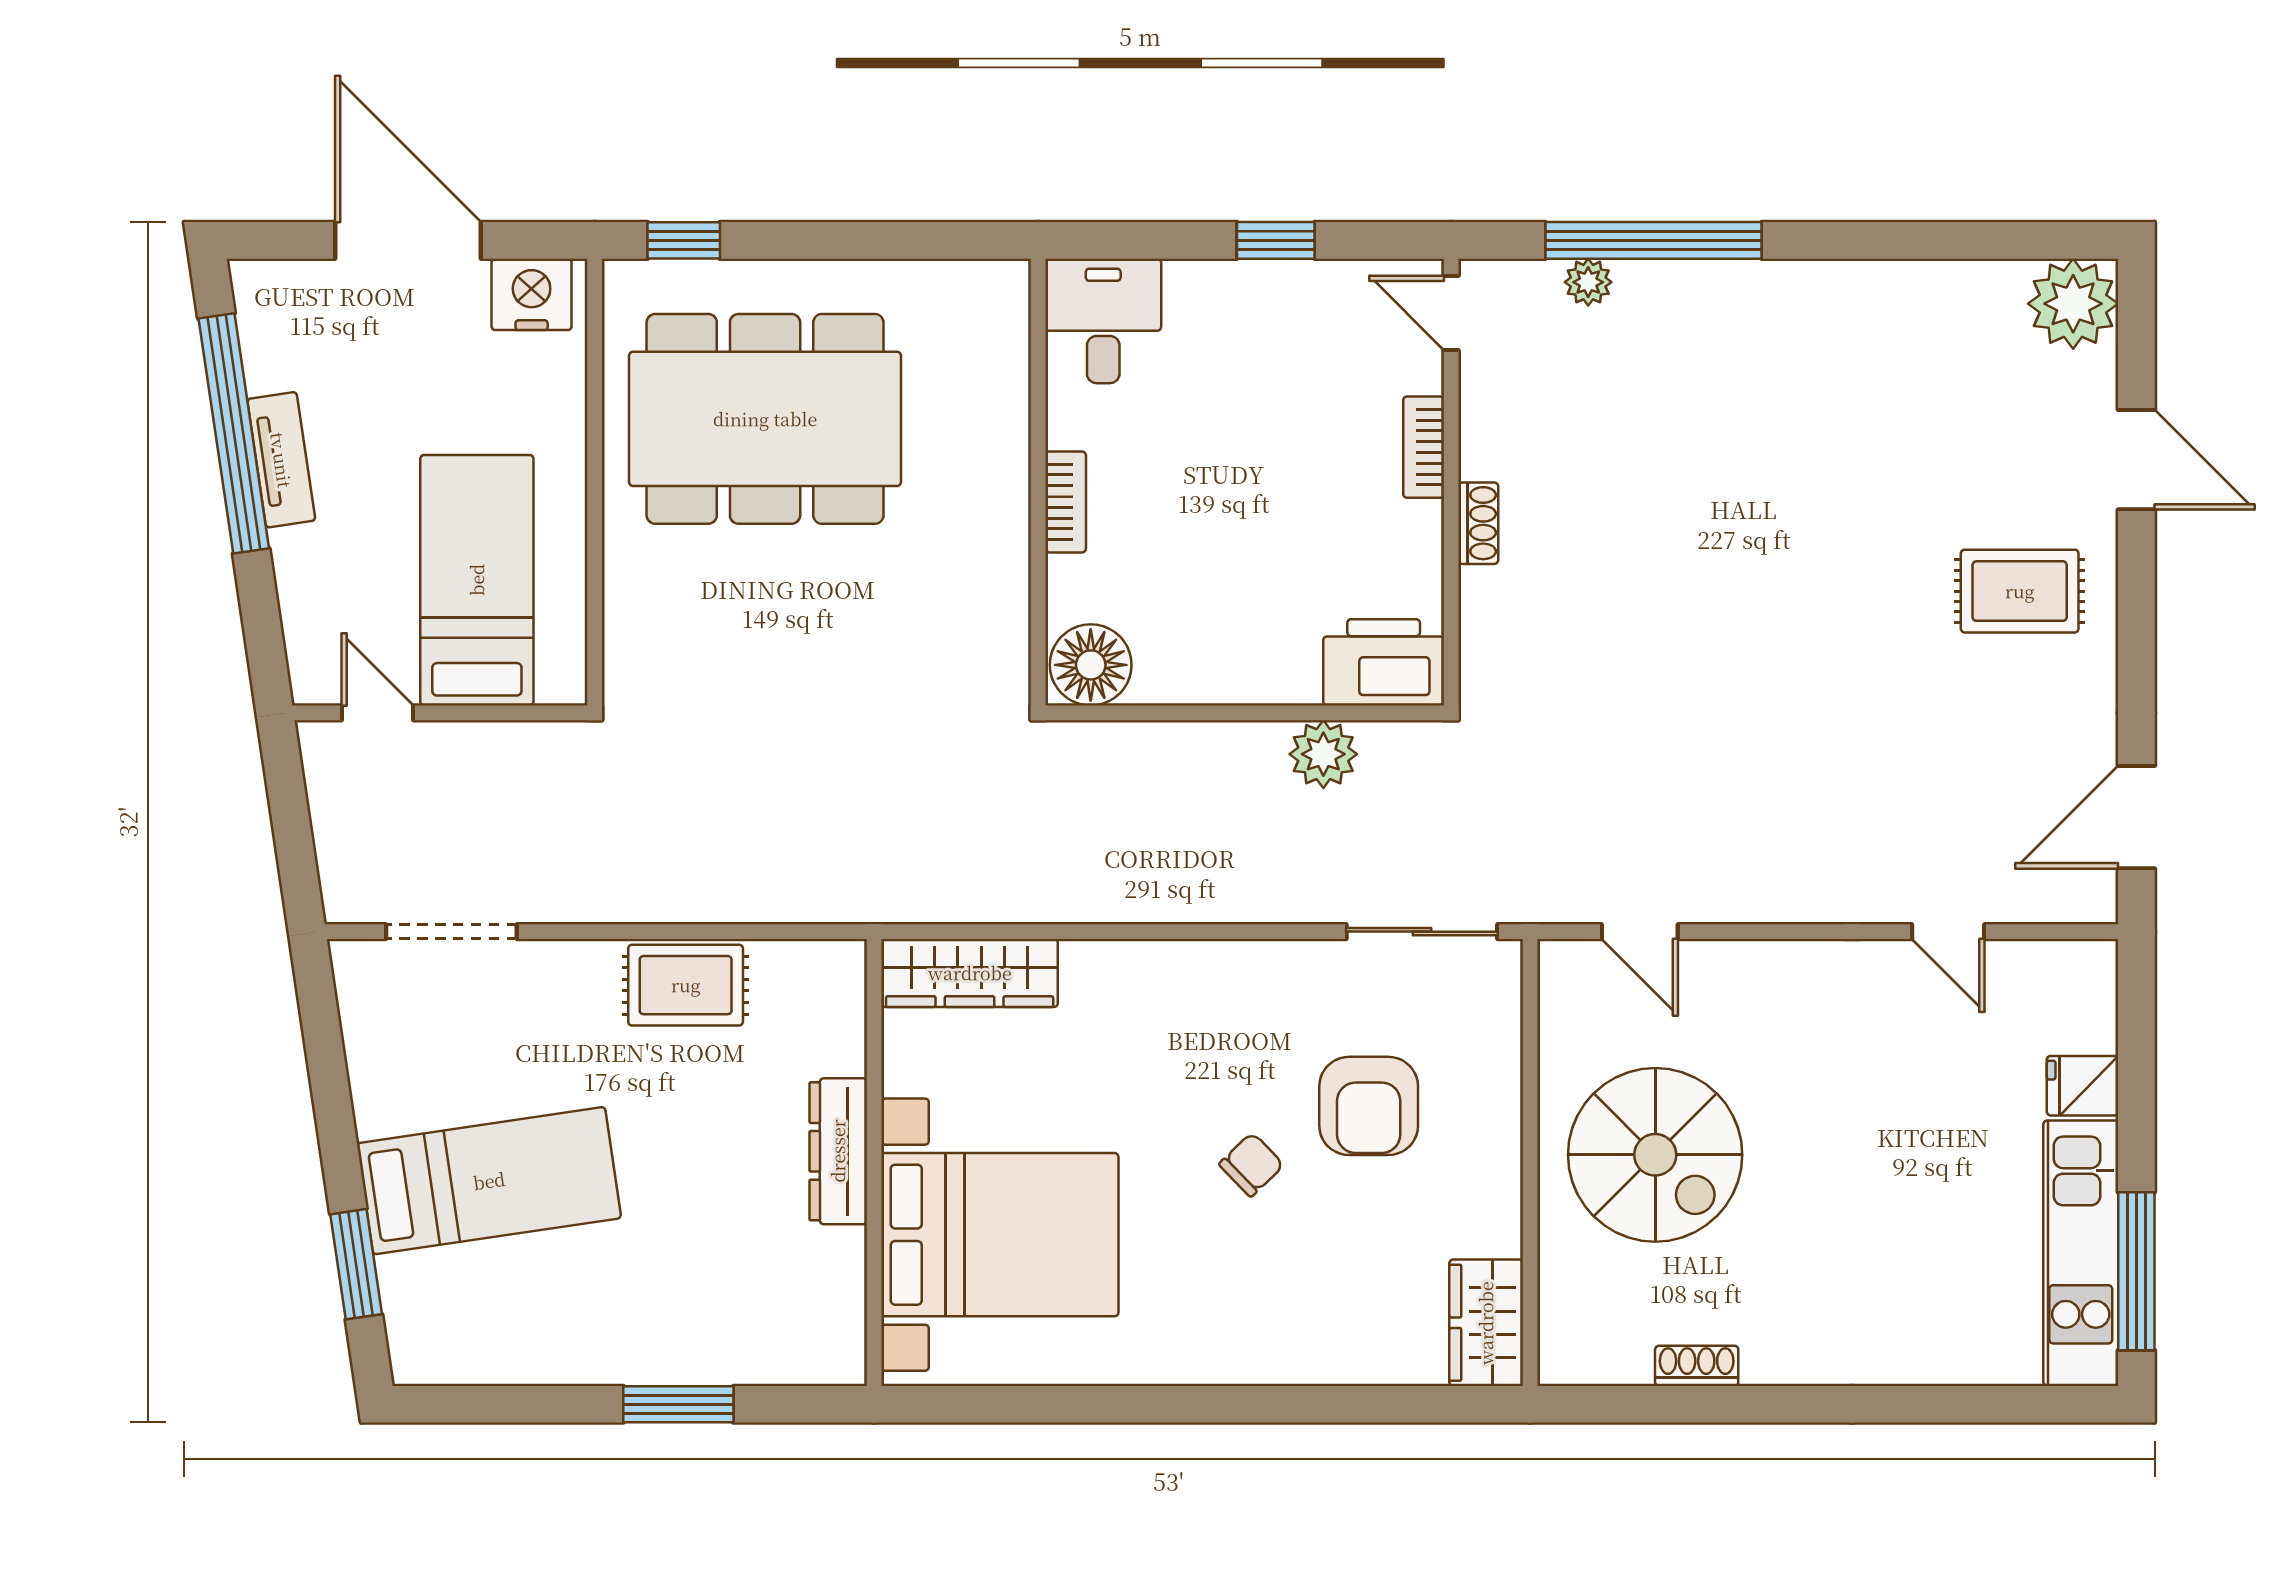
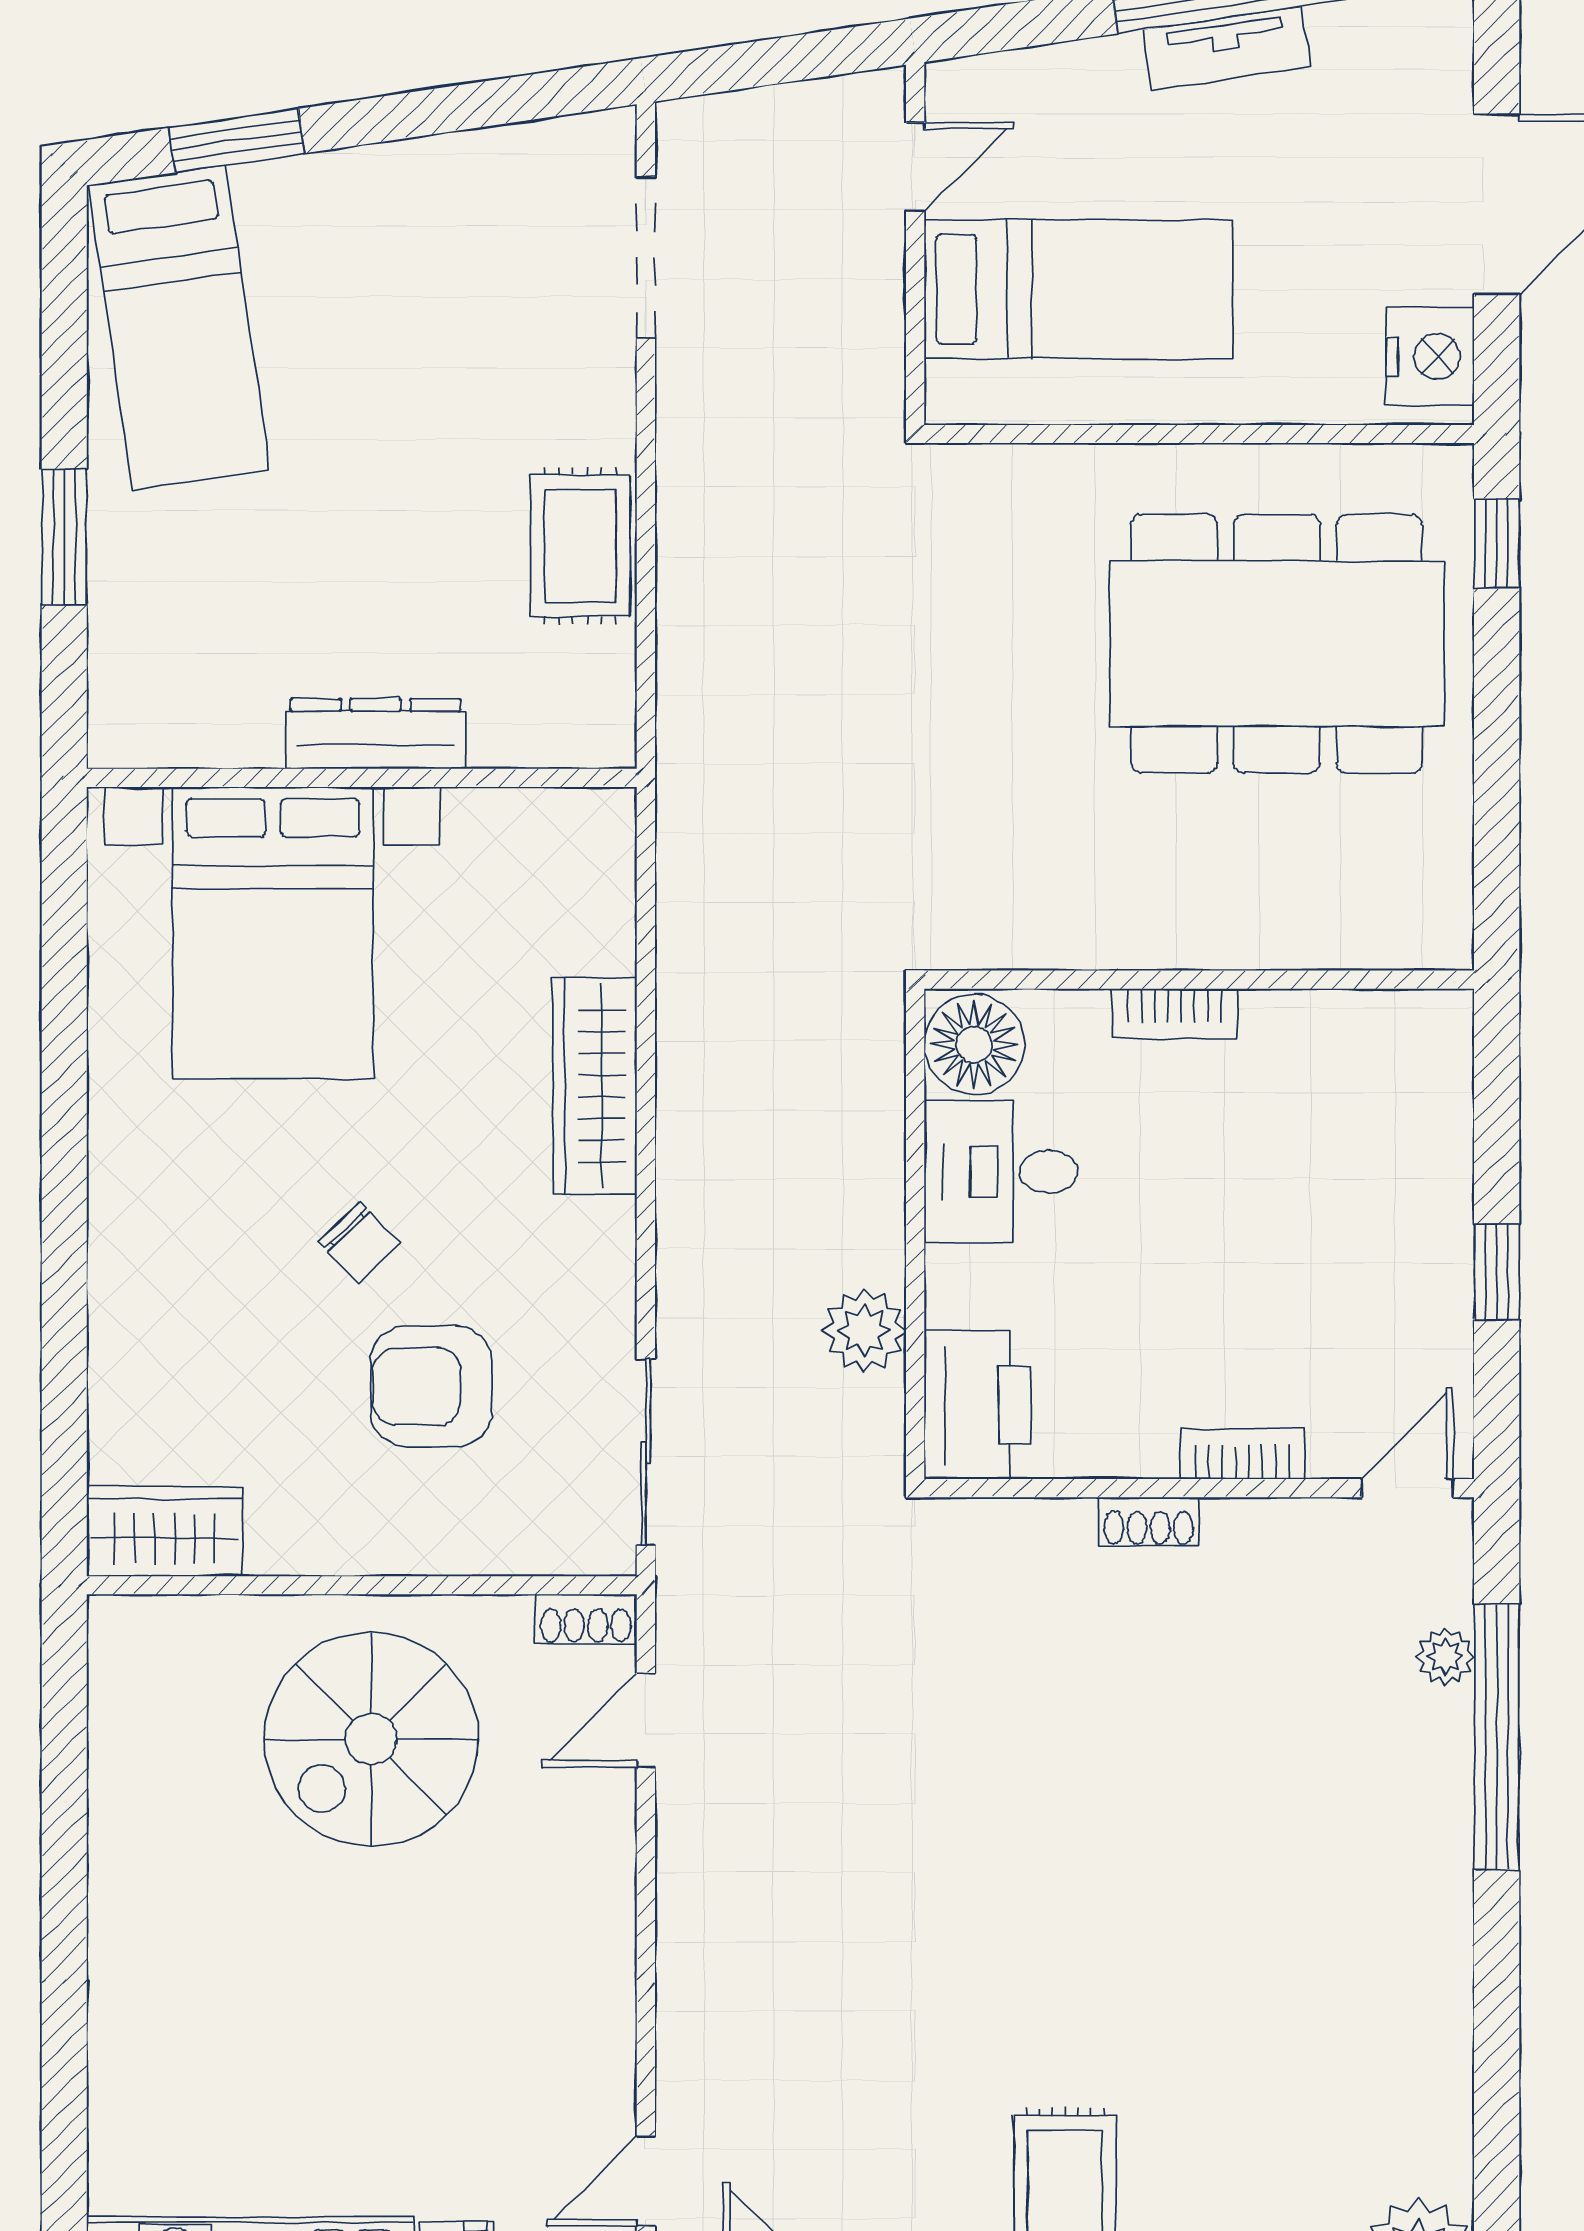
desk: (1103, 321) -> (1001, 1172), moved, turned 180
dining table: (765, 419) -> (1277, 644), turned 90
door: (1948, 932) -> (646, 2181), moved
wardrobe: (970, 973) -> (595, 1086), moved
bed: (489, 1181) -> (179, 328), moved
shoe rack: (1697, 1366) -> (586, 1619), moved, turned 90

